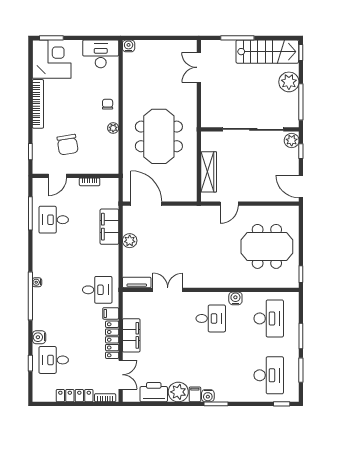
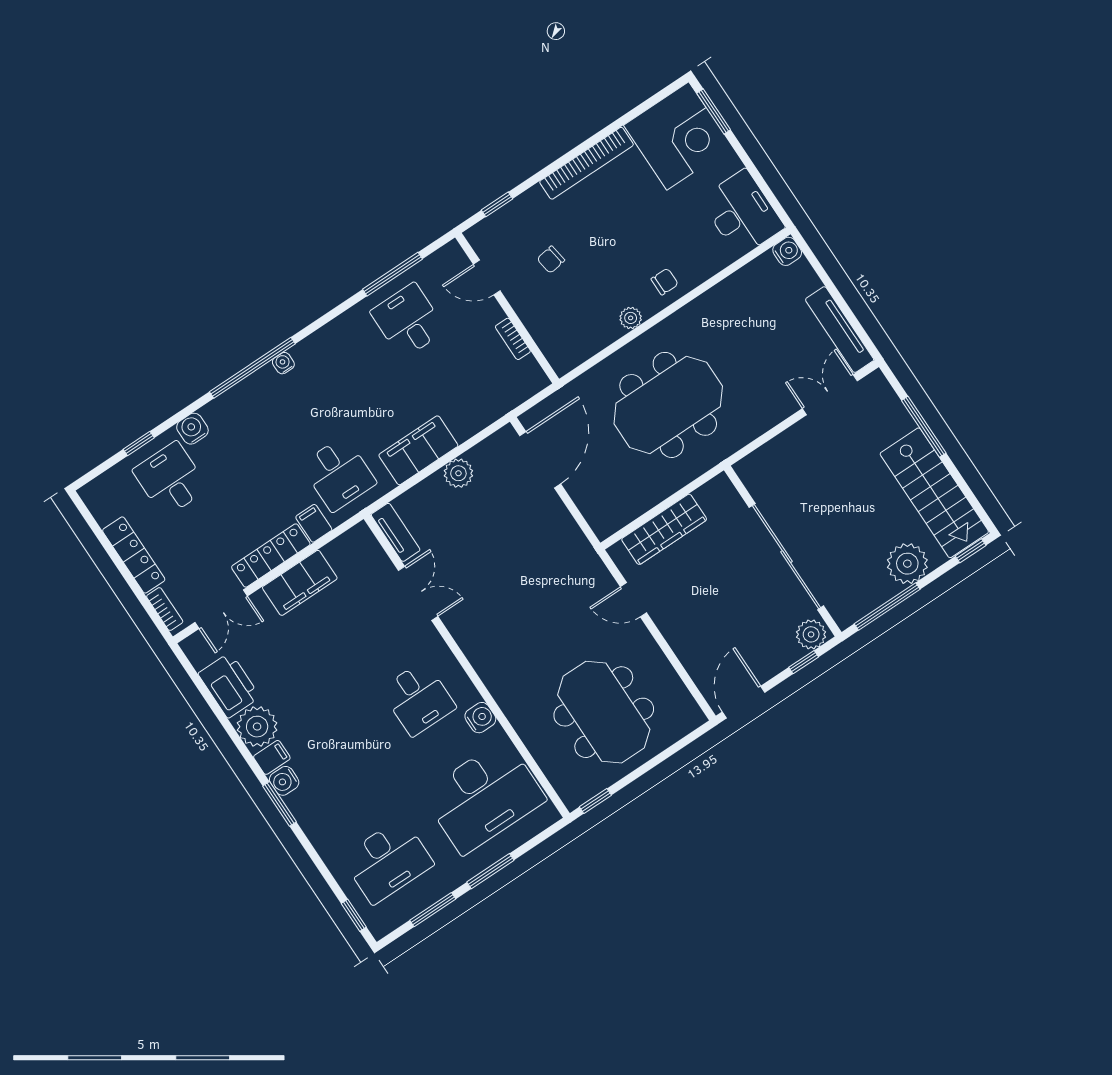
tv unit: (175, 46) -> (840, 330), added
chair: (68, 145) -> (551, 260), width x0.54, depth x0.54
filing cabinet: (109, 227) -> (418, 450), moved
desk: (269, 318) -> (484, 797), width x1.36, depth x1.30

